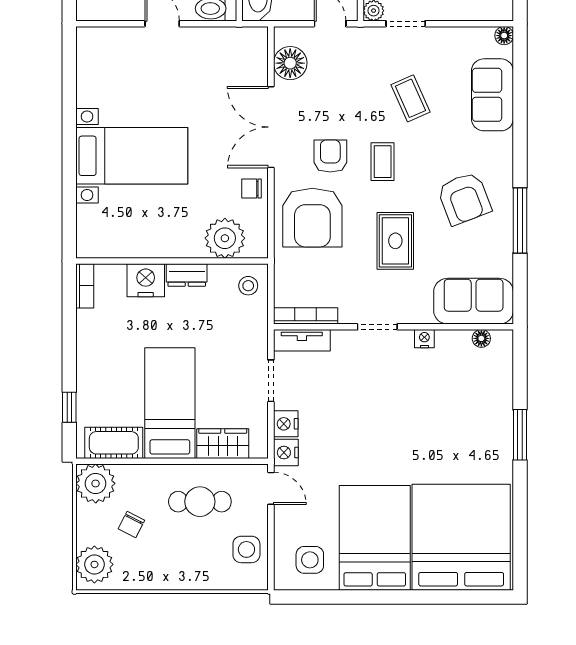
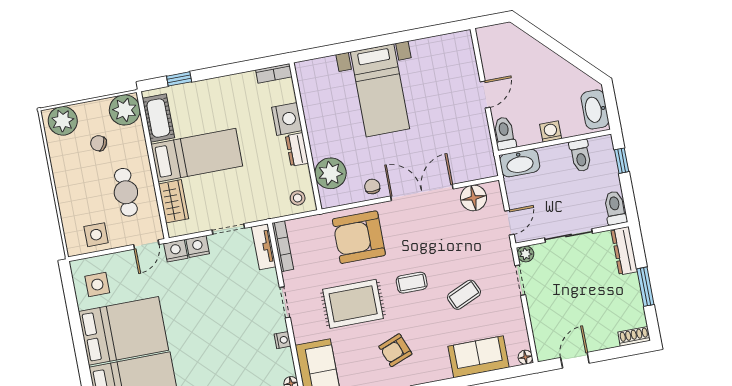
armchair: (330, 156) -> (408, 242), removed
armchair: (464, 198) -> (395, 350), width x0.72, depth x0.72
rug: (395, 241) -> (353, 304), width x1.36, depth x1.43

